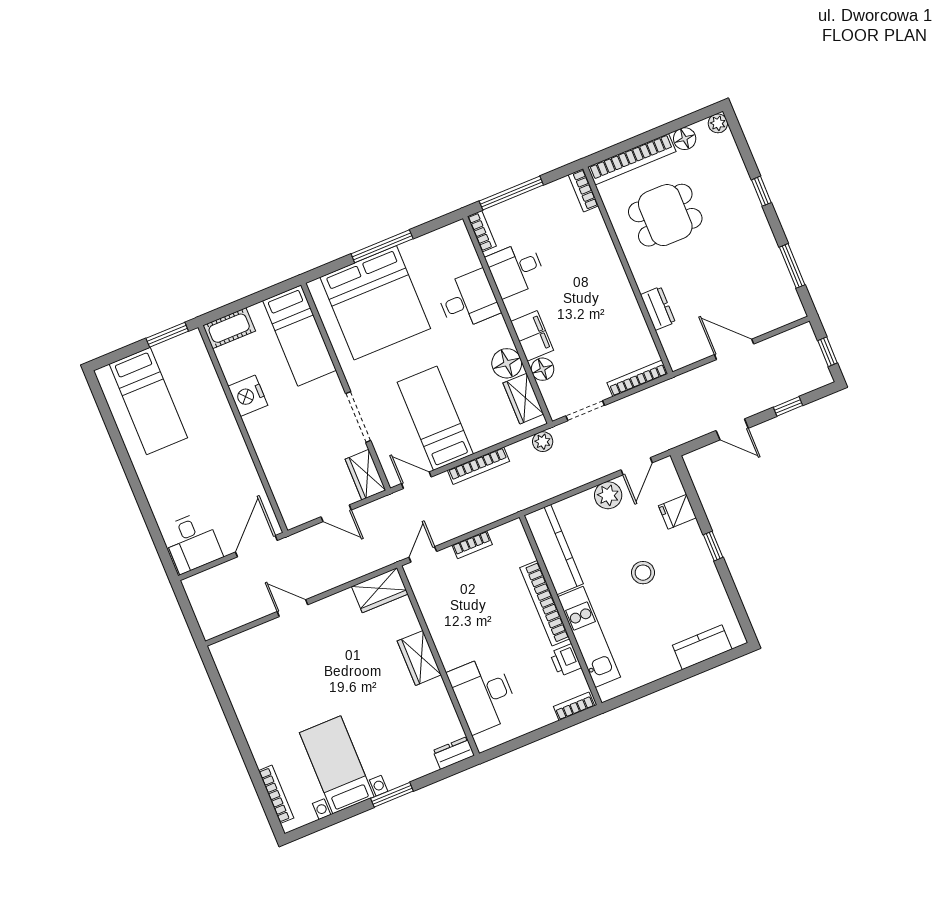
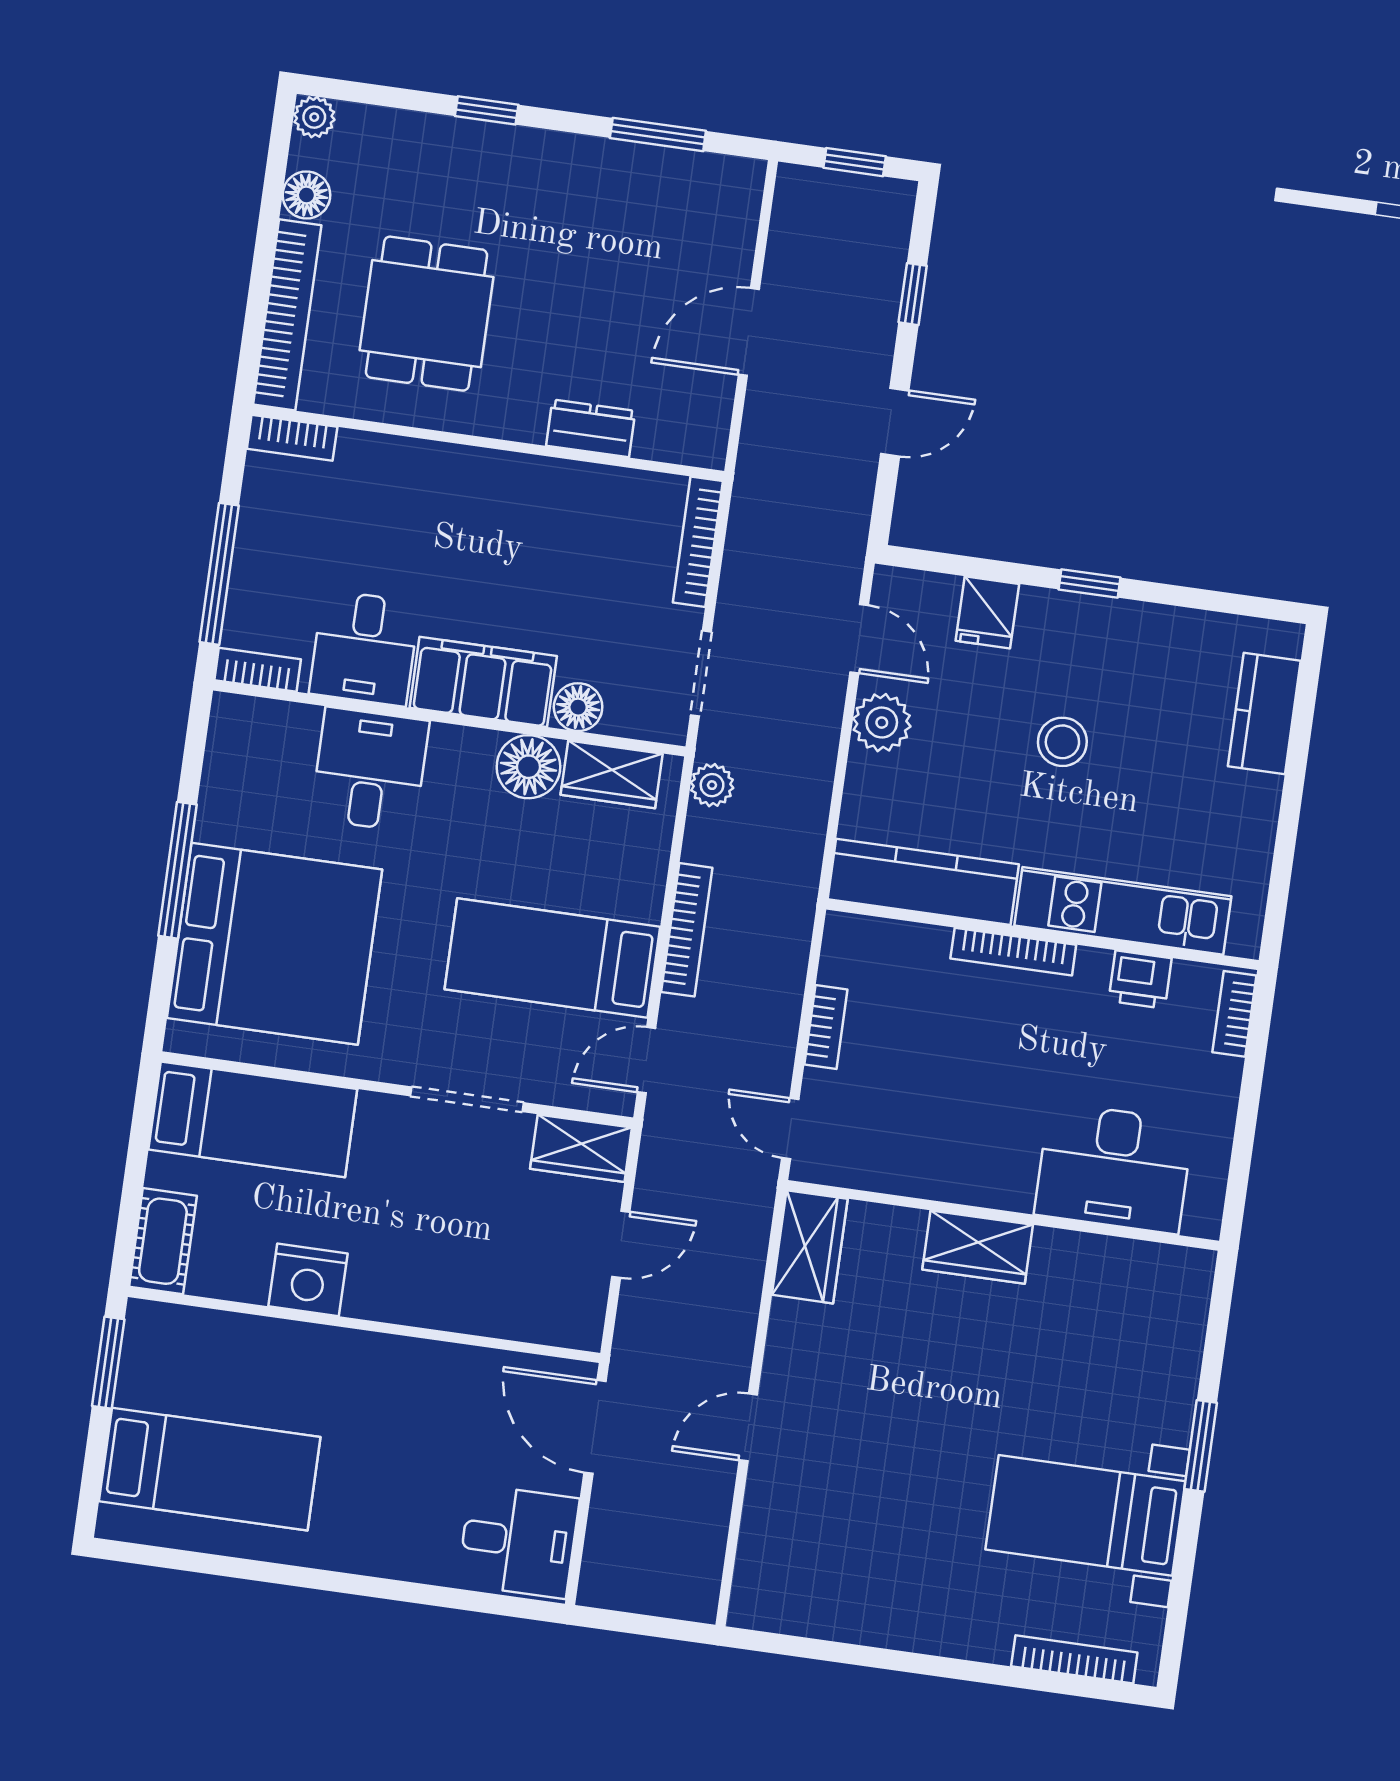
filing cabinet: (532, 336) -> (483, 682), width x1.50, depth x1.17
bookcase: (545, 603) -> (1013, 952), width x0.68, depth x0.76
dresser: (454, 753) -> (1190, 1287), removed

